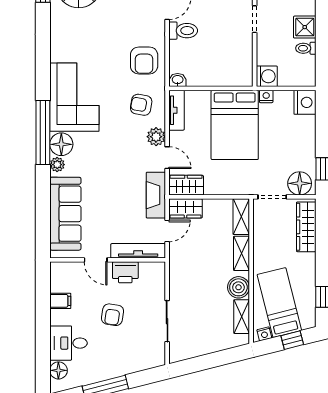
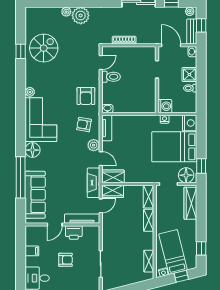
bed: (235, 125) -> (174, 147), moved, turned 90
window: (43, 133) -> (21, 177), moved
plant: (57, 165) -> (30, 92), moved
door: (96, 260) -> (55, 225), hinge flipped
boiler: (238, 287) -> (147, 242), removed
armchair: (113, 315) -> (66, 260), turned -99

